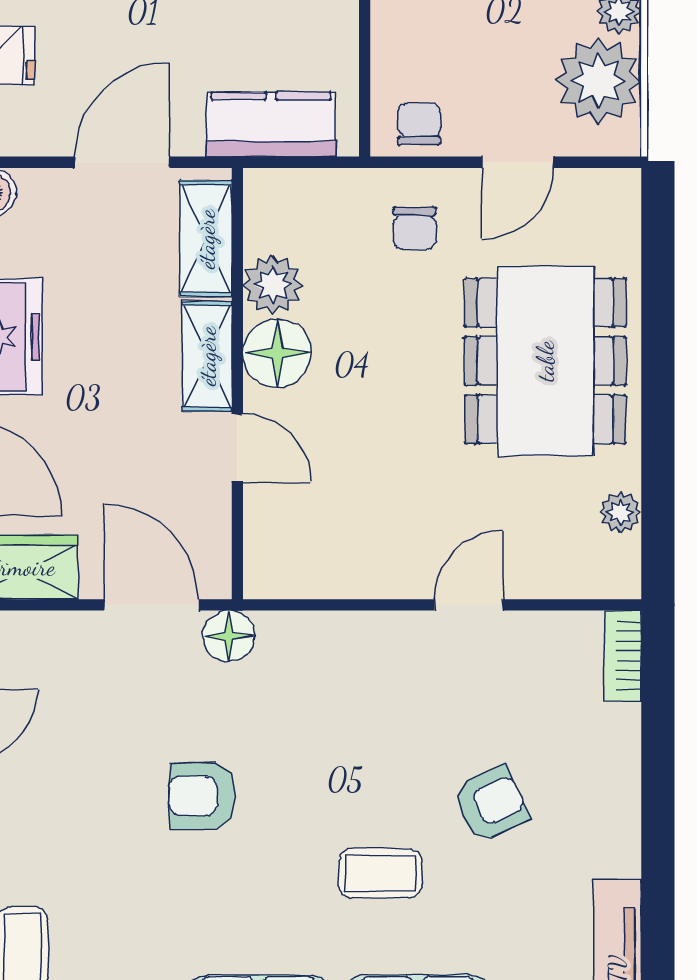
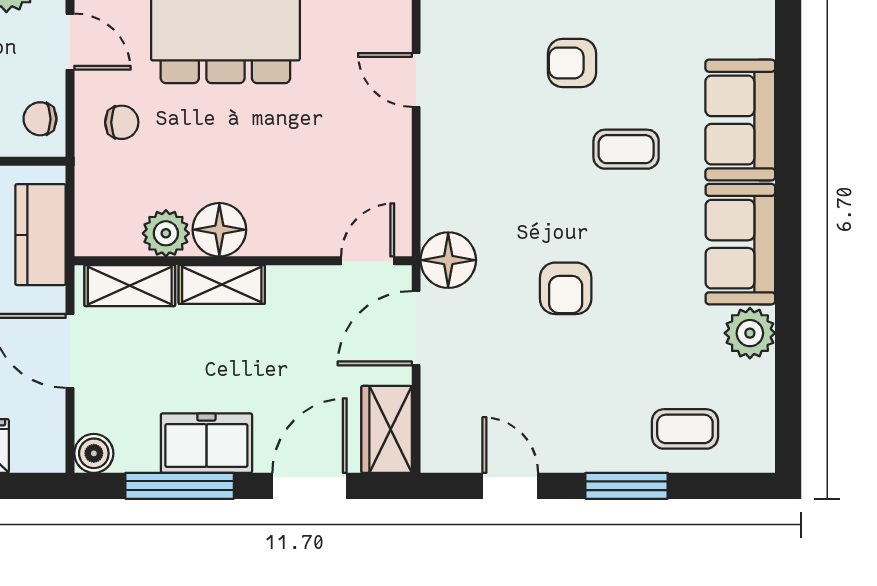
door: (237, 448) -> (368, 261), moved
floor lamp: (229, 636) -> (448, 260), width x1.38, depth x1.38
armchair: (490, 804) -> (572, 63), turned -66
coffee table: (380, 873) -> (626, 149), turned 90

